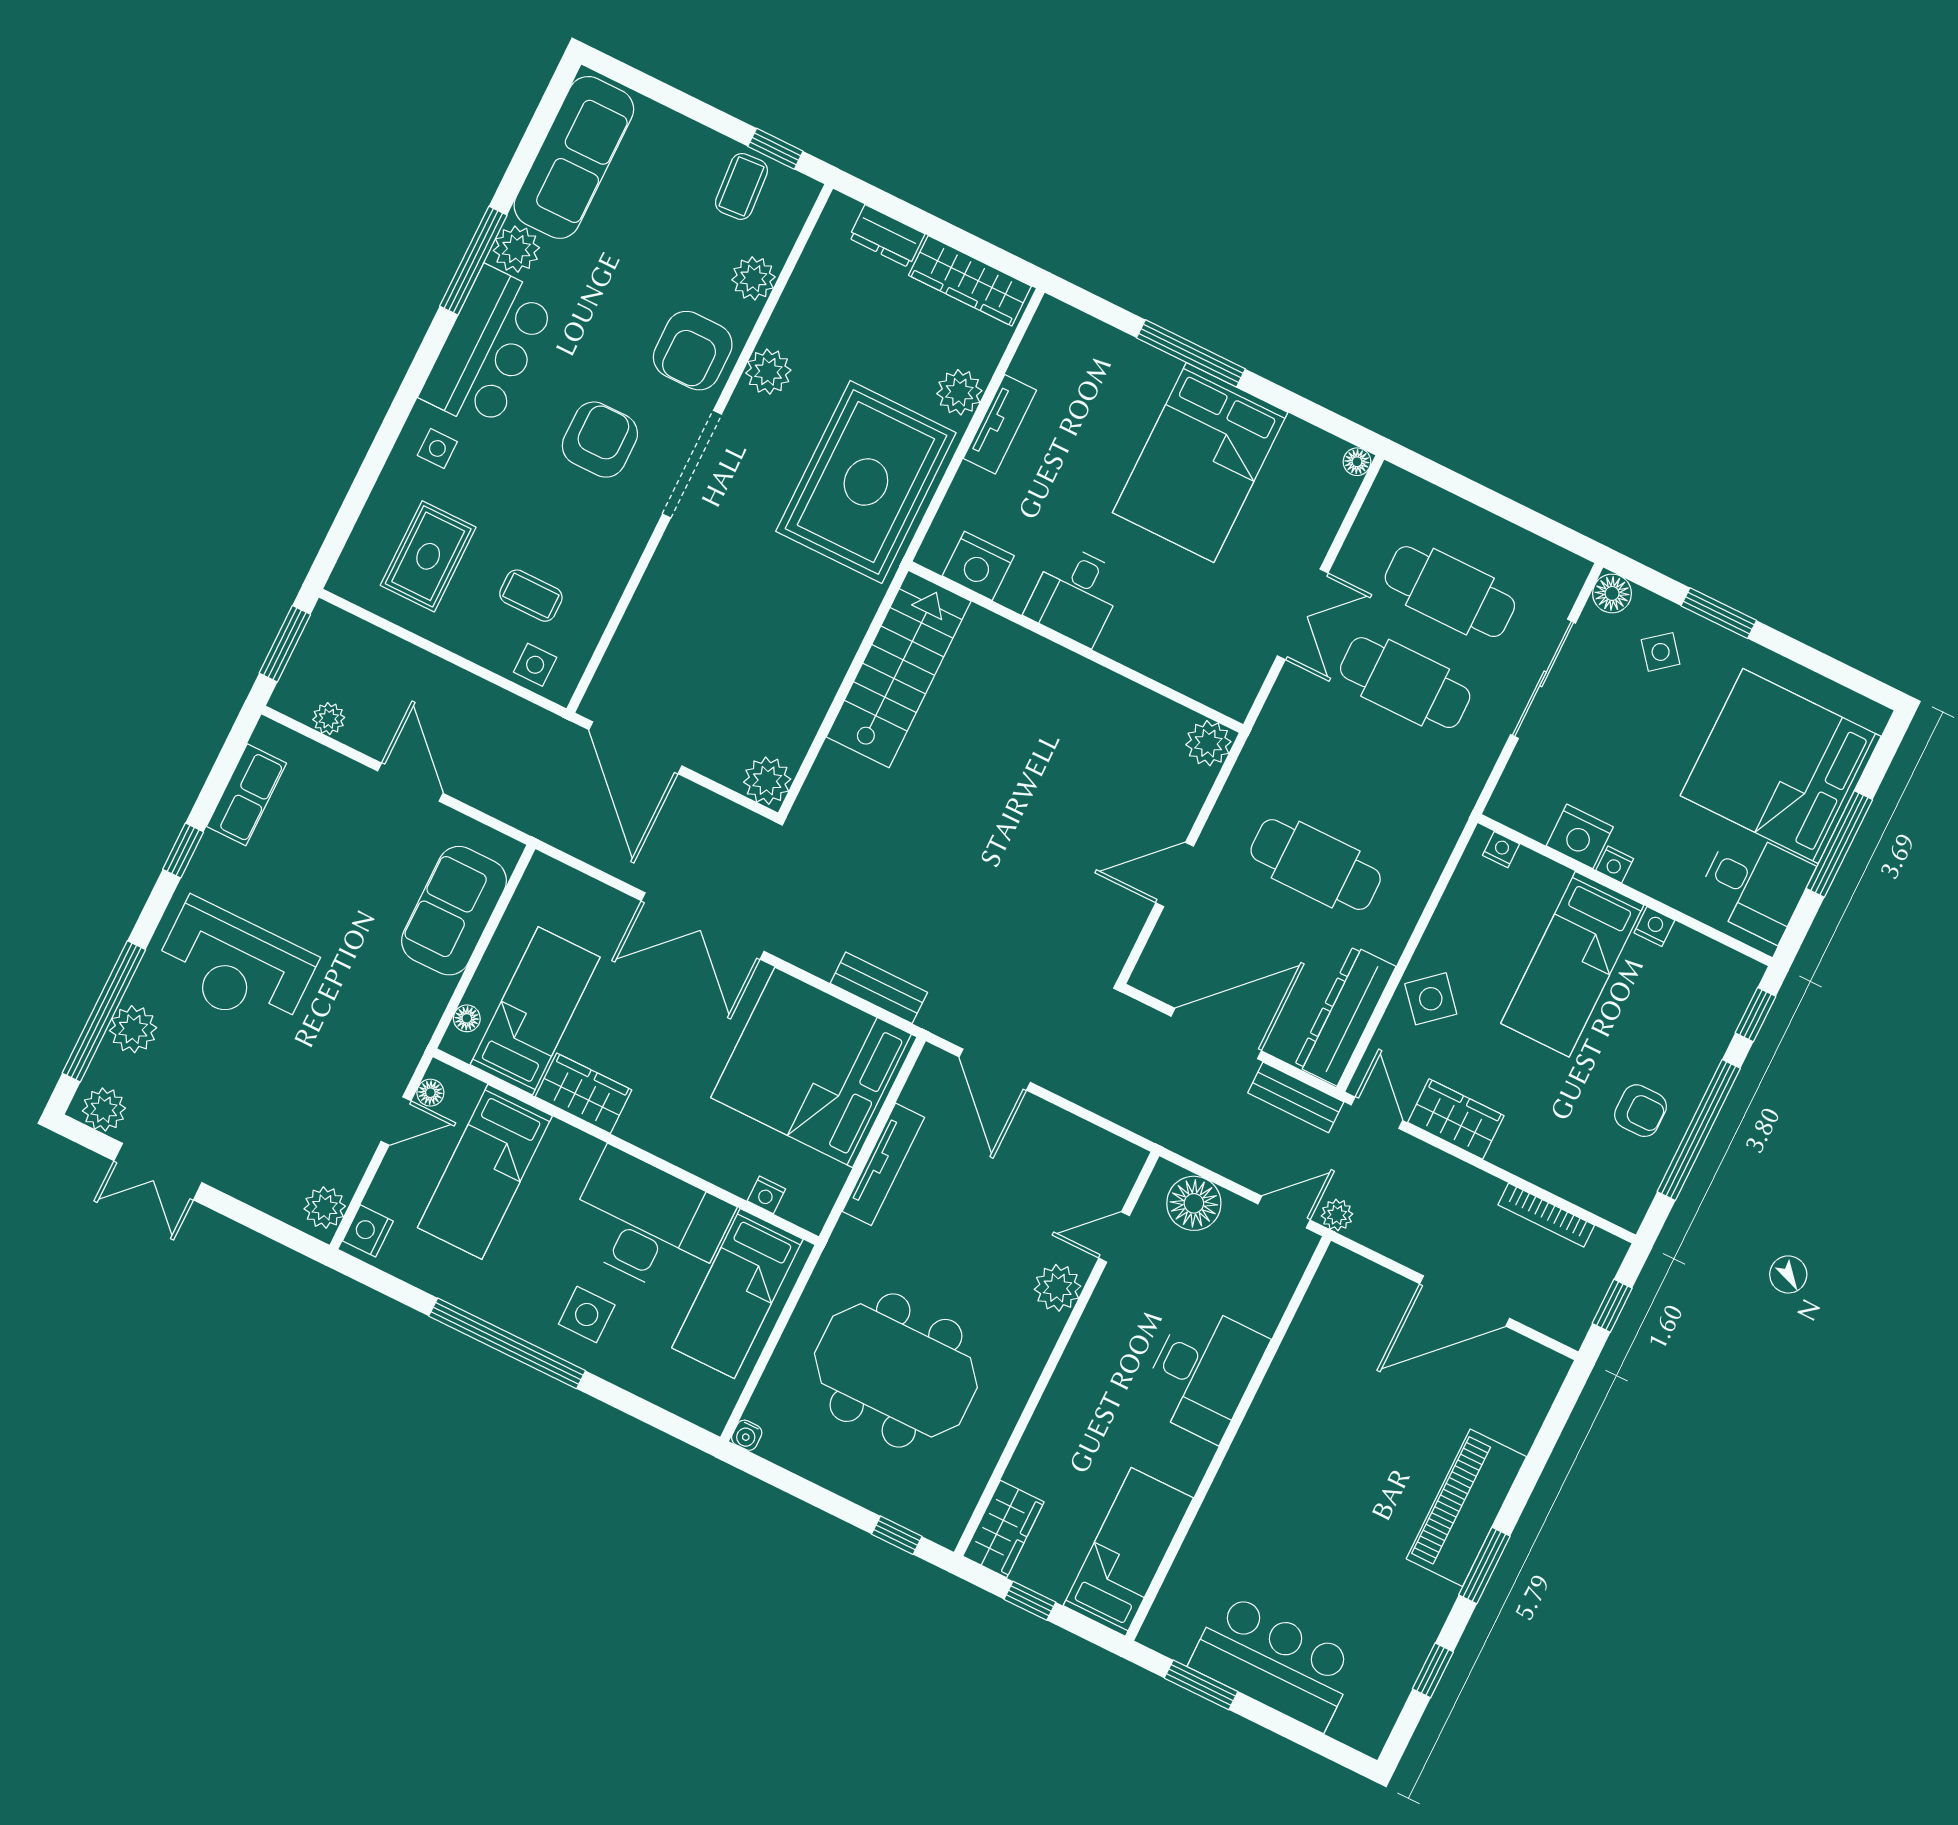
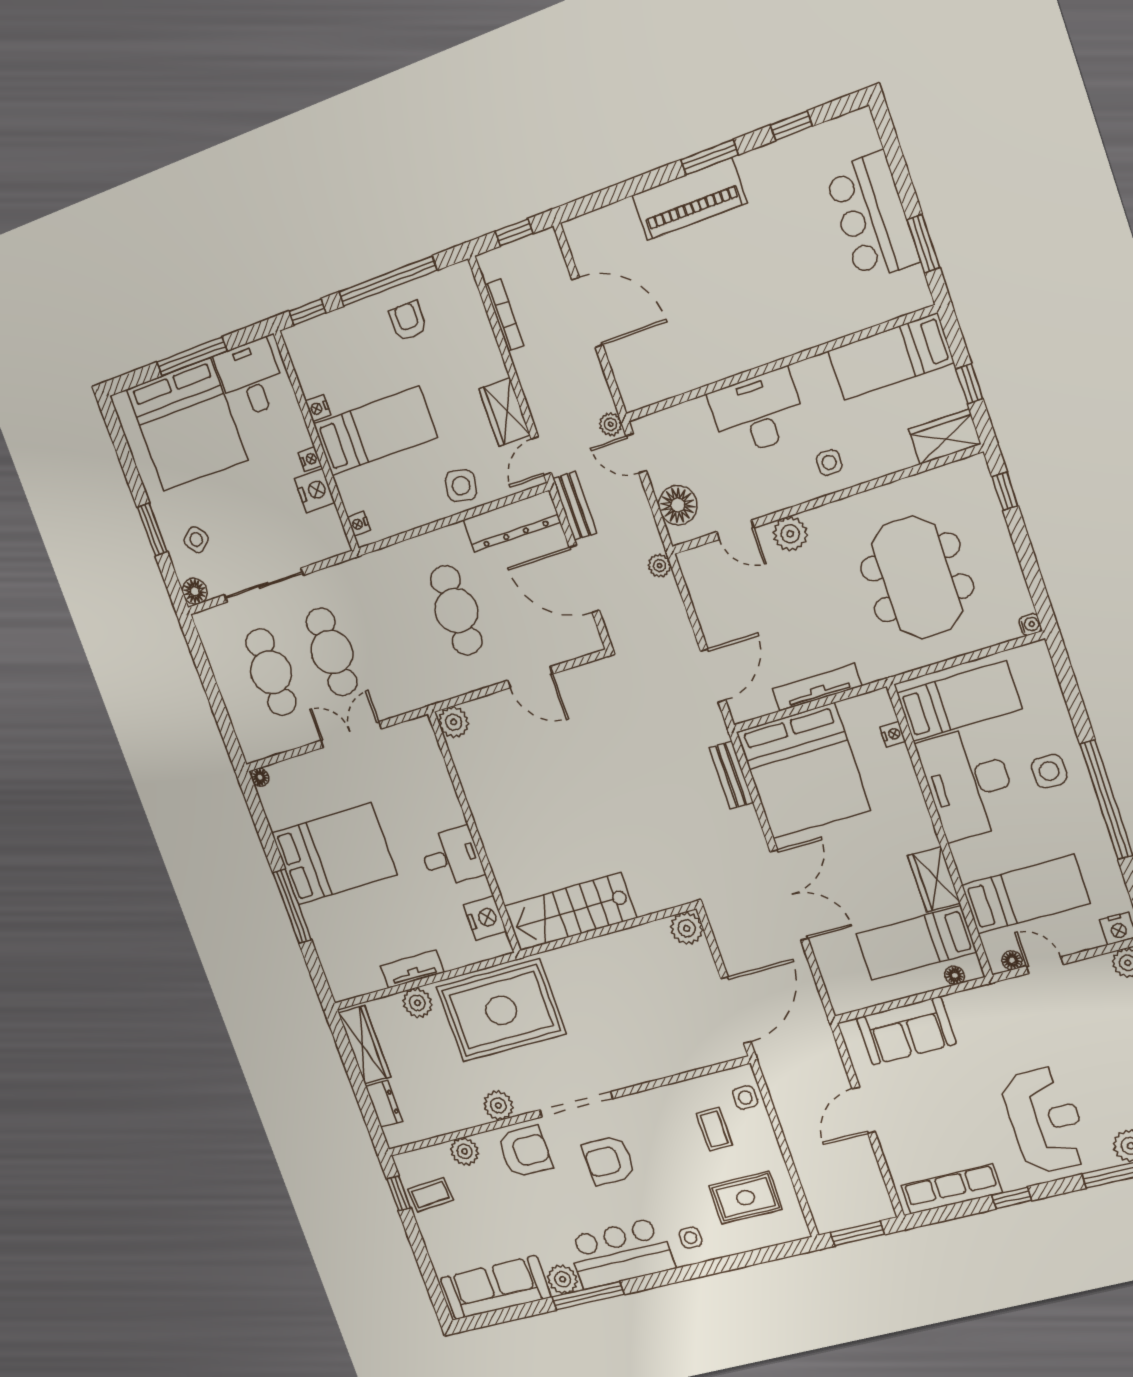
plant: (329, 719) -> (659, 566), moved
row of seats: (246, 795) -> (952, 1189), width x1.48
side table: (1431, 999) -> (461, 486), turned -36
side table: (1088, 1394) -> (829, 463), added

